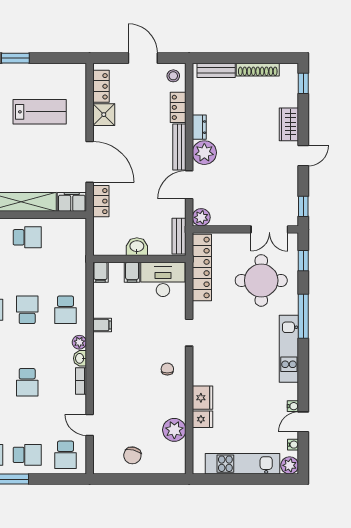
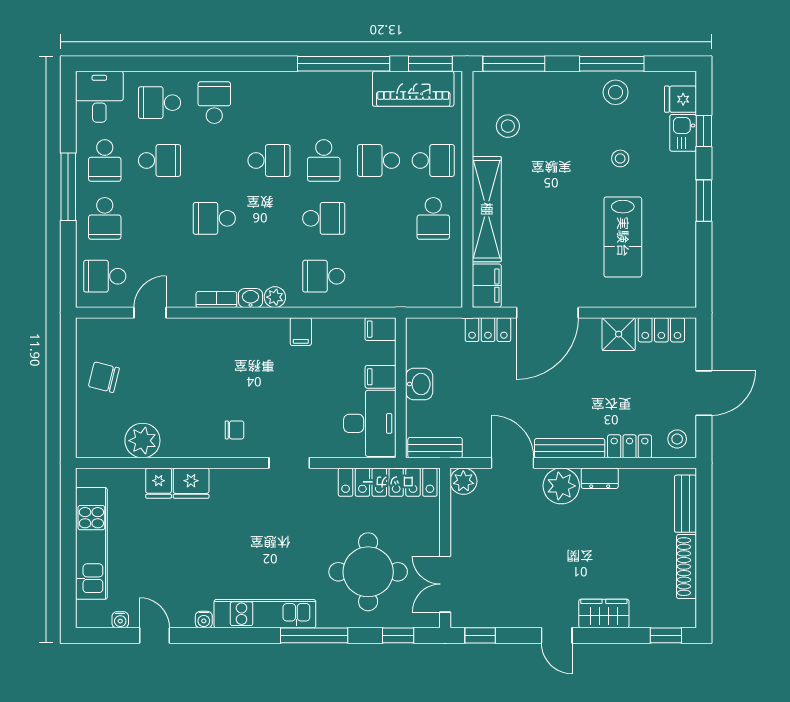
water cooler: (293, 406) -> (204, 620), moved
plant: (290, 465) -> (89, 615), removed

